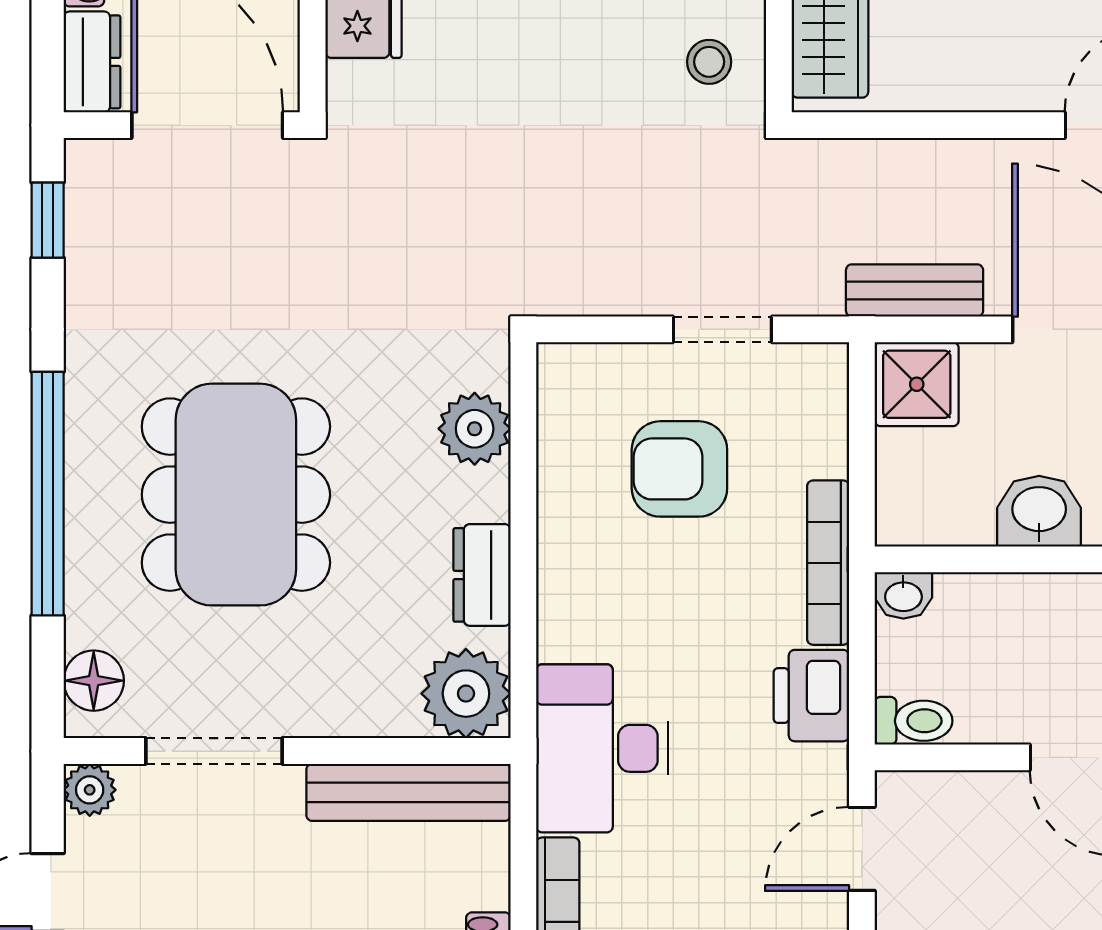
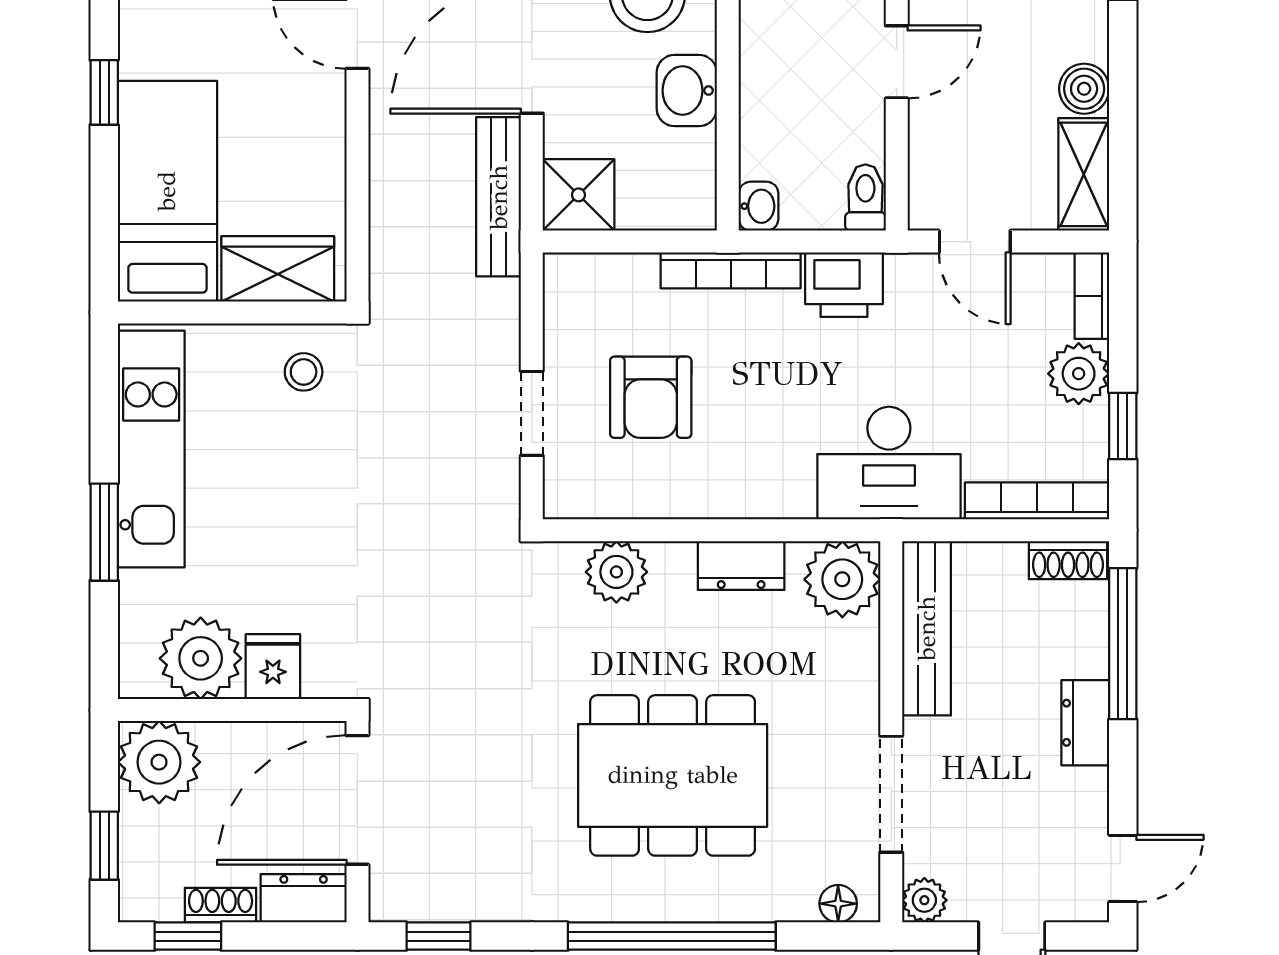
bench: (915, 291) -> (499, 197), width x1.36
doorway: (722, 329) -> (532, 413), moved
floor lamp: (94, 681) -> (838, 904), width x0.73, depth x0.73

